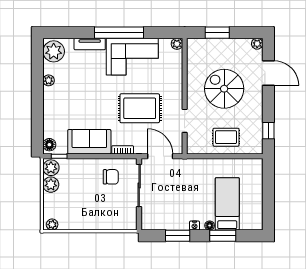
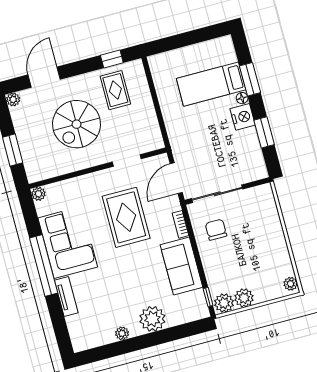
plant: (54, 51) -> (152, 319), moved
rug: (226, 137) -> (115, 90), moved
floor lamp: (49, 145) -> (197, 312), removed
nightstand: (195, 226) -> (243, 117), width x1.89, depth x1.79

